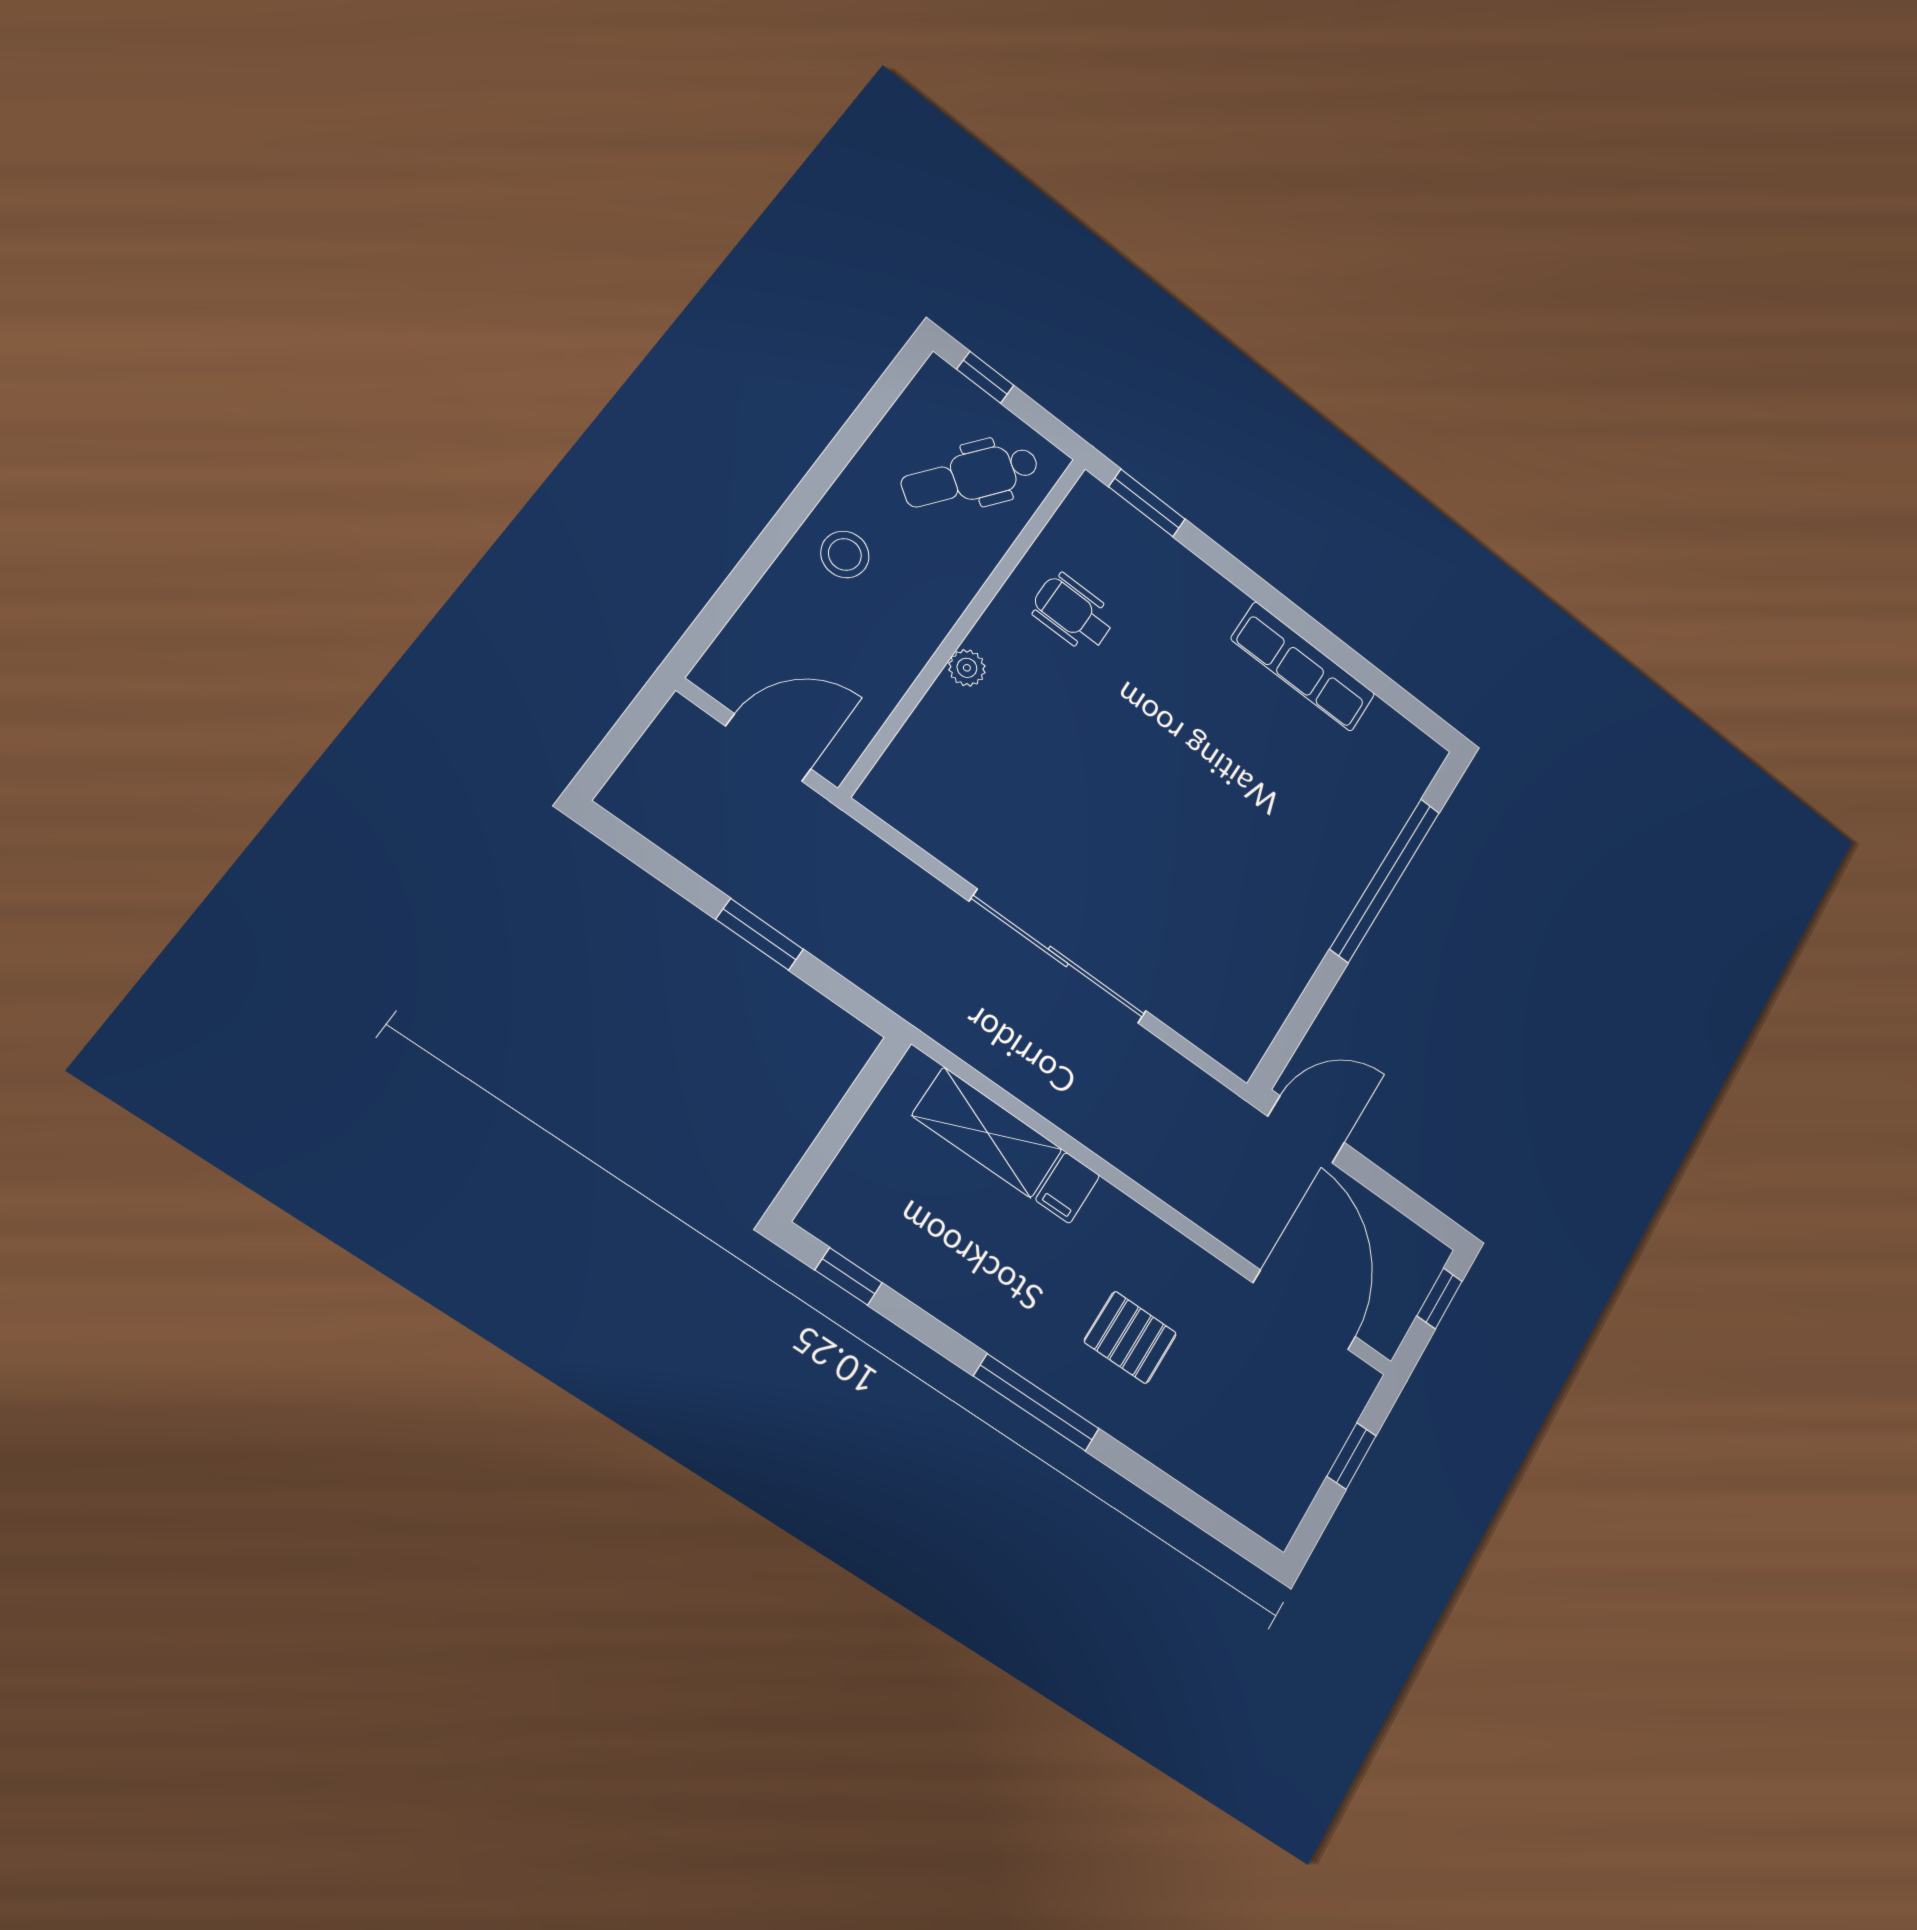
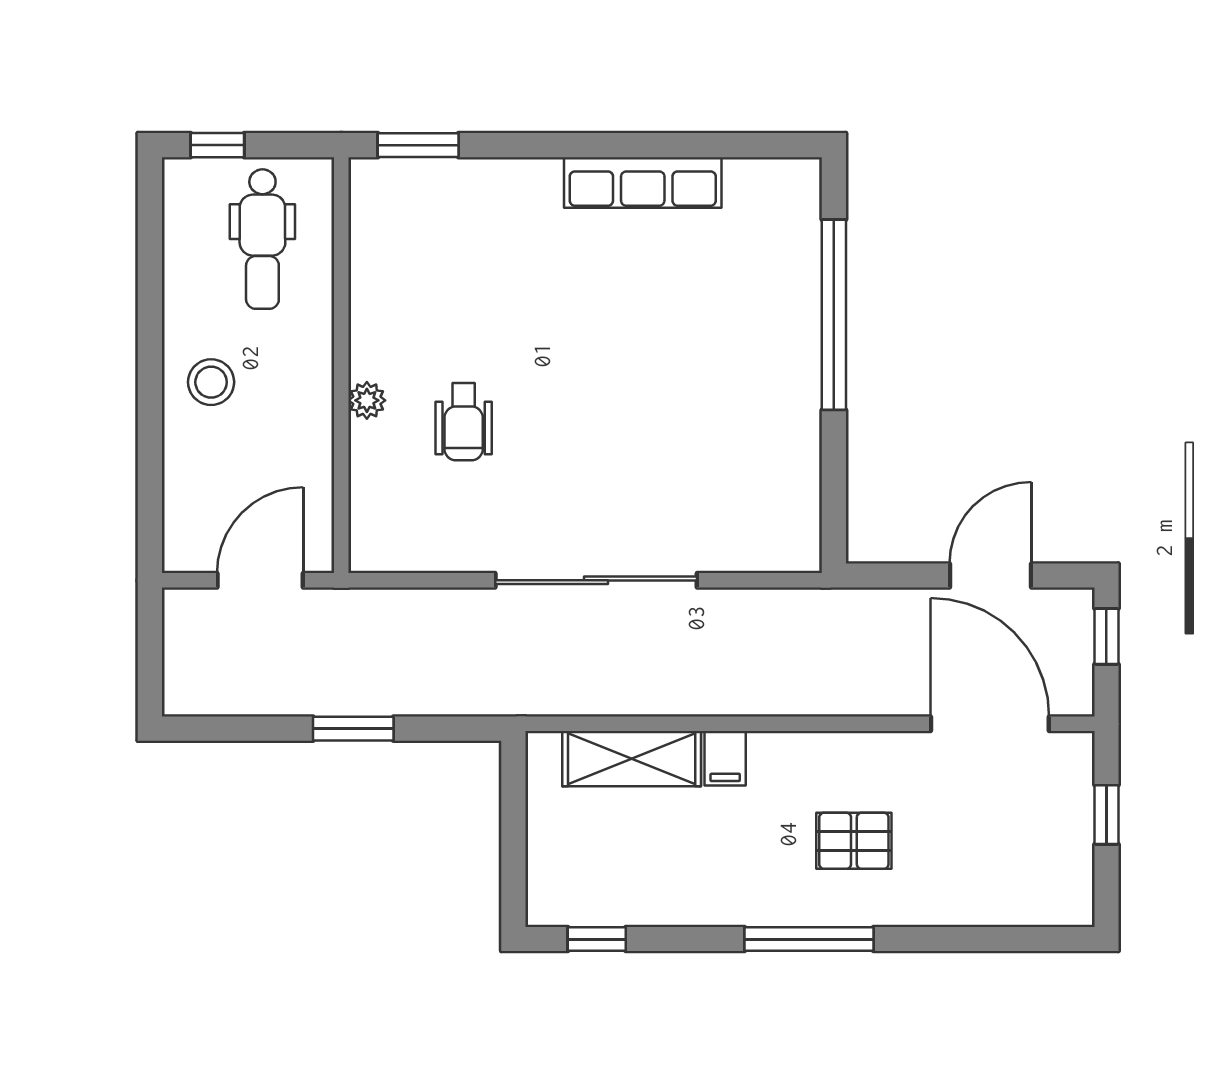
dental chair: (970, 476) -> (262, 239), turned -36
wheelchair: (1073, 613) -> (464, 422), moved, turned -90
door: (1306, 1129) -> (990, 576), moved

